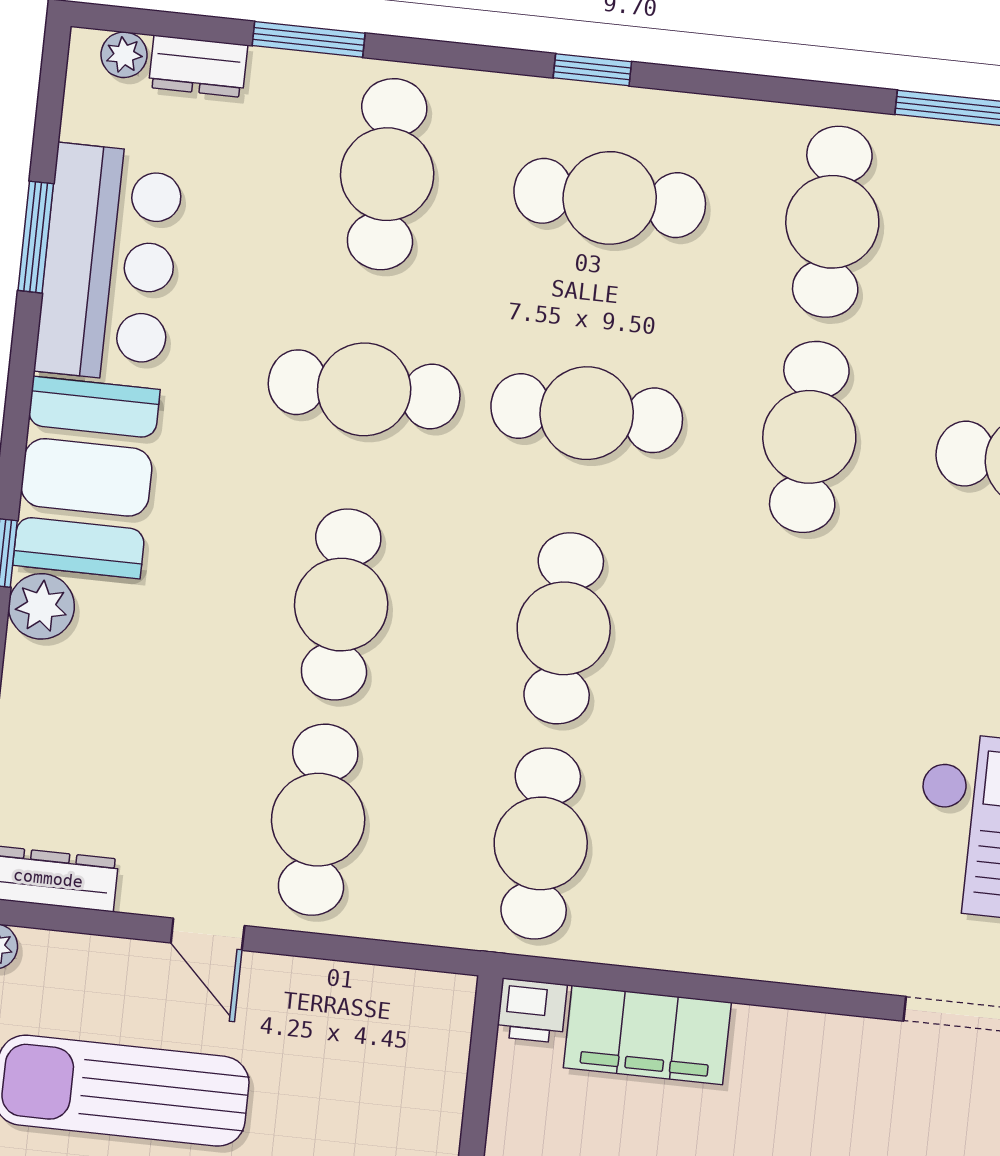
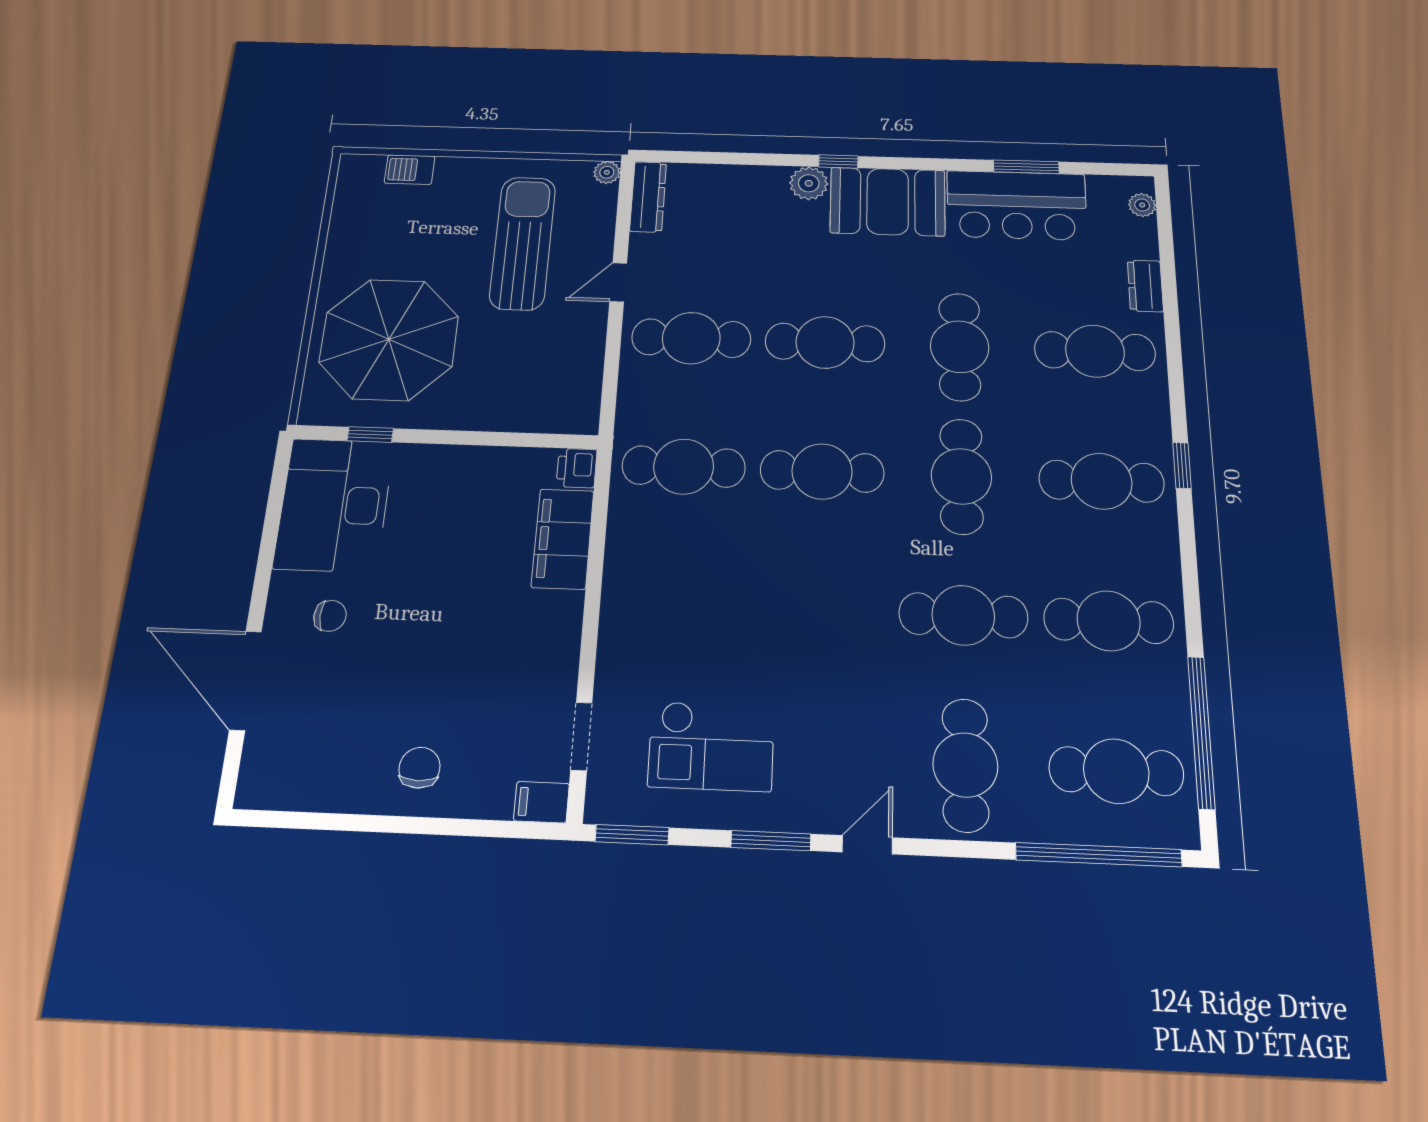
window: (309, 39) -> (1170, 302), removed
dresser: (198, 66) -> (1145, 286), moved
cafe table: (610, 198) -> (1102, 481), turned 90

